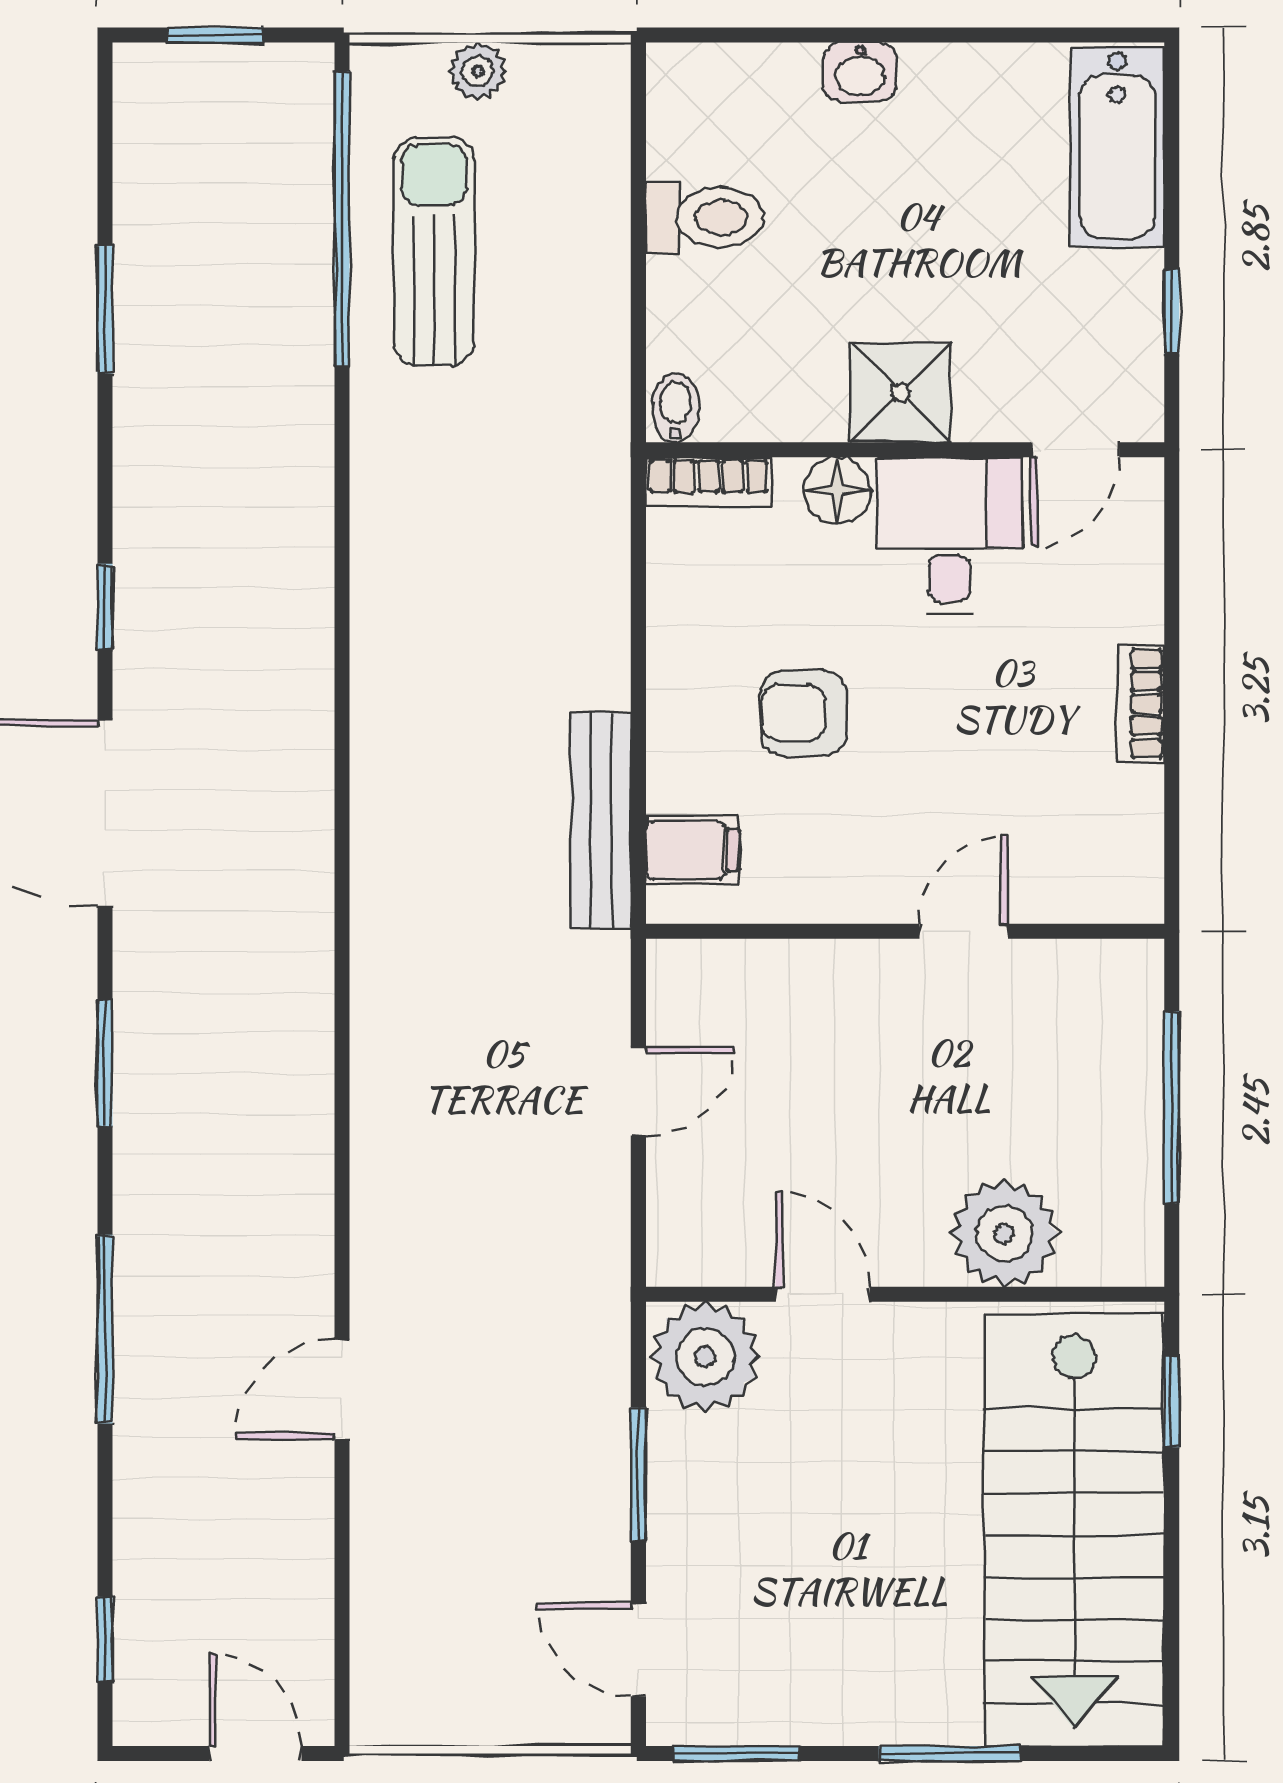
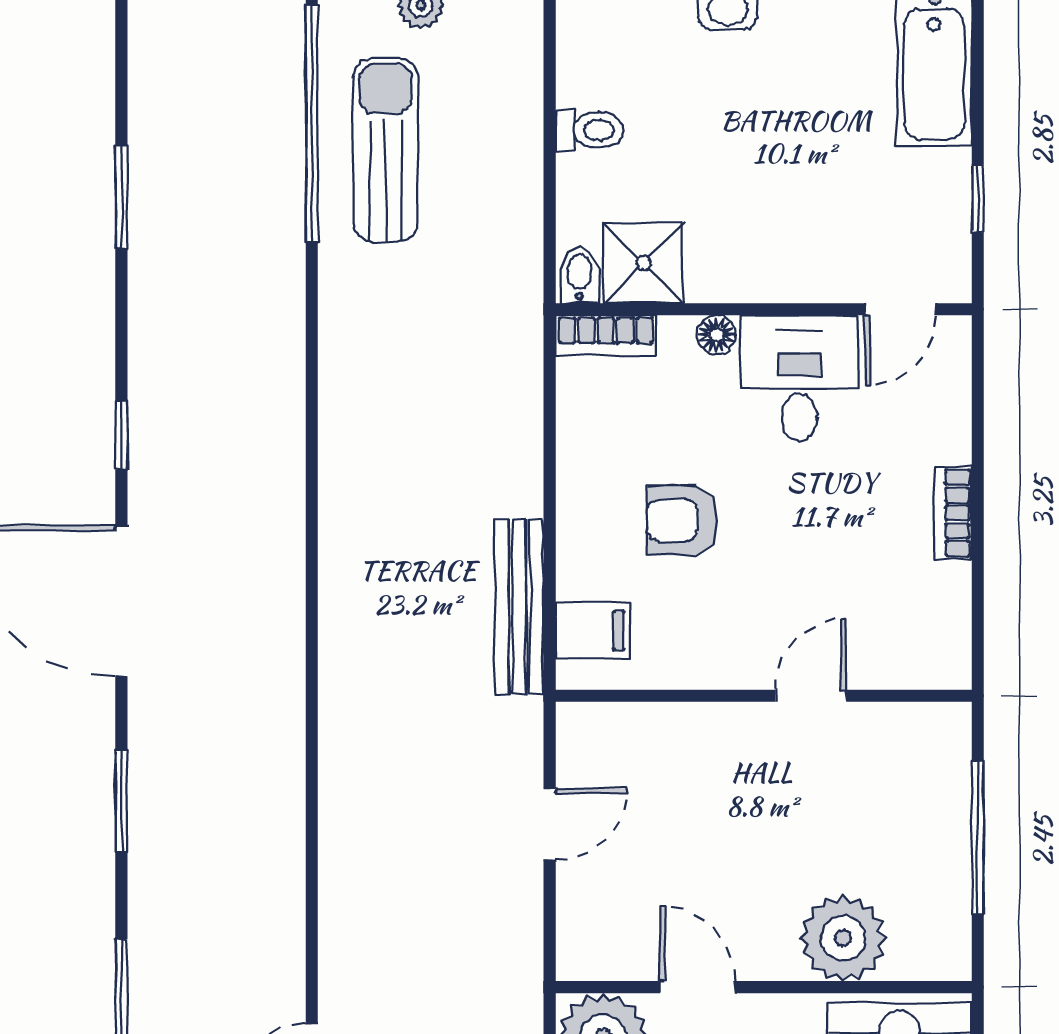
toilet: (705, 217) -> (590, 130), width x0.73, depth x0.72
shower: (900, 392) -> (643, 263), moved
floor lamp: (837, 491) -> (716, 335), width x0.73, depth x0.73

